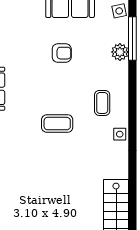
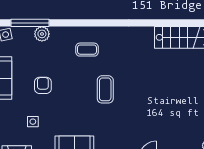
side table: (120, 134) -> (33, 122), moved

